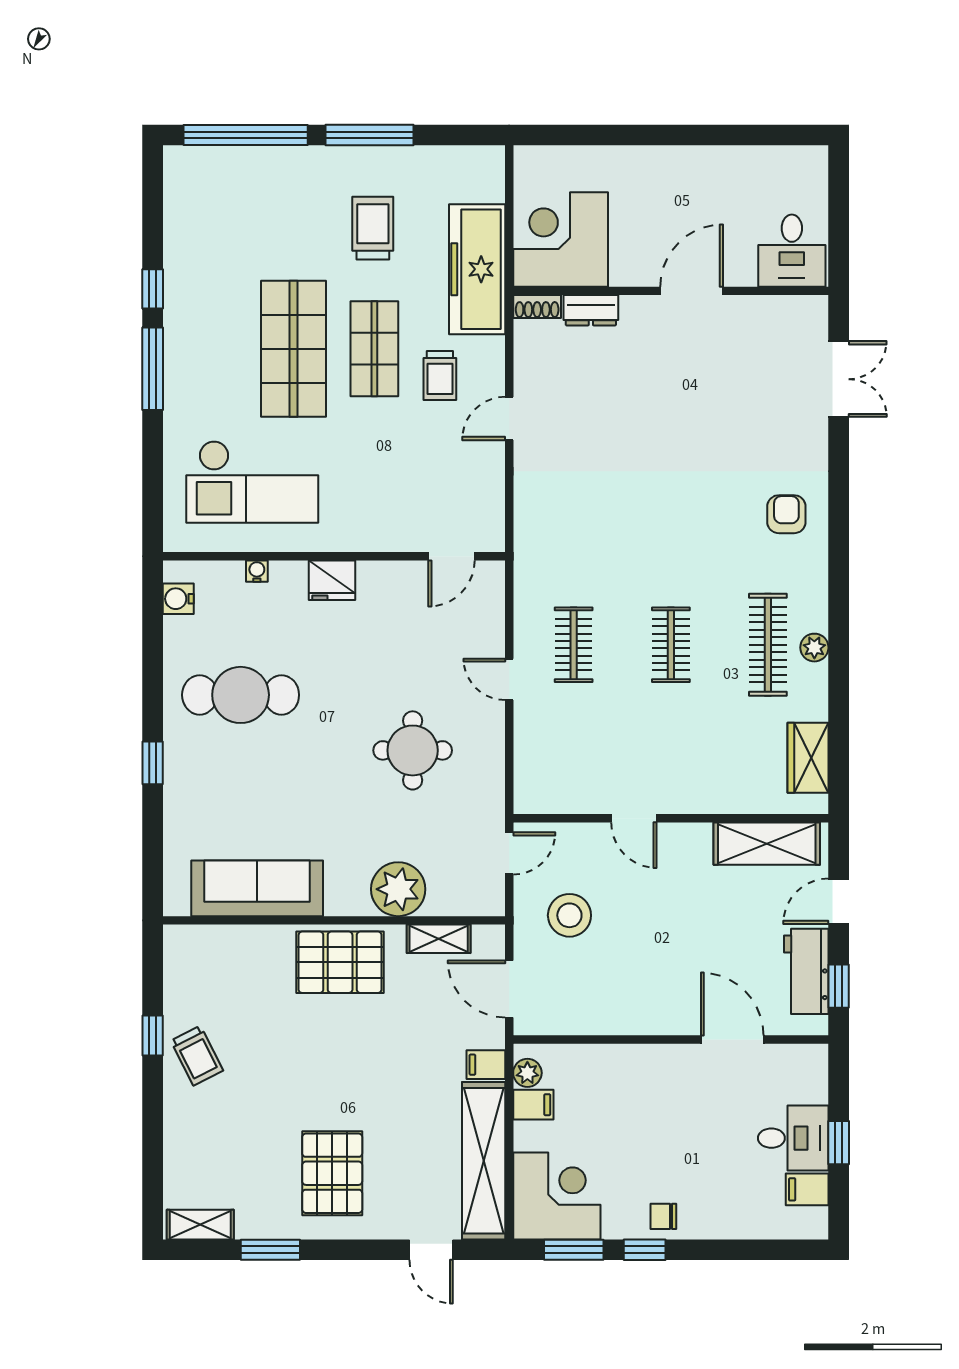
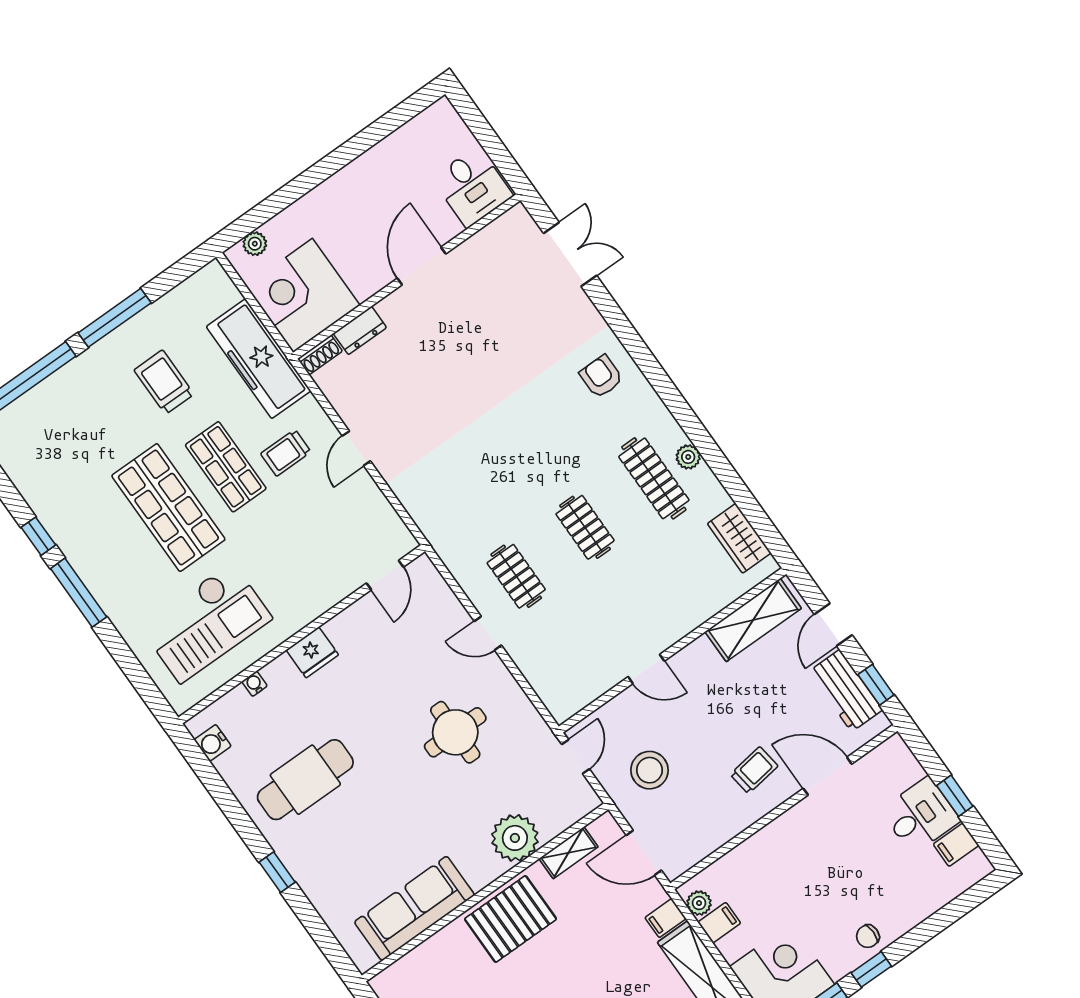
plant: (550, 159) -> (255, 244), added
trolley: (440, 376) -> (286, 453), turned 90
trolley: (667, 985) -> (754, 770), added

